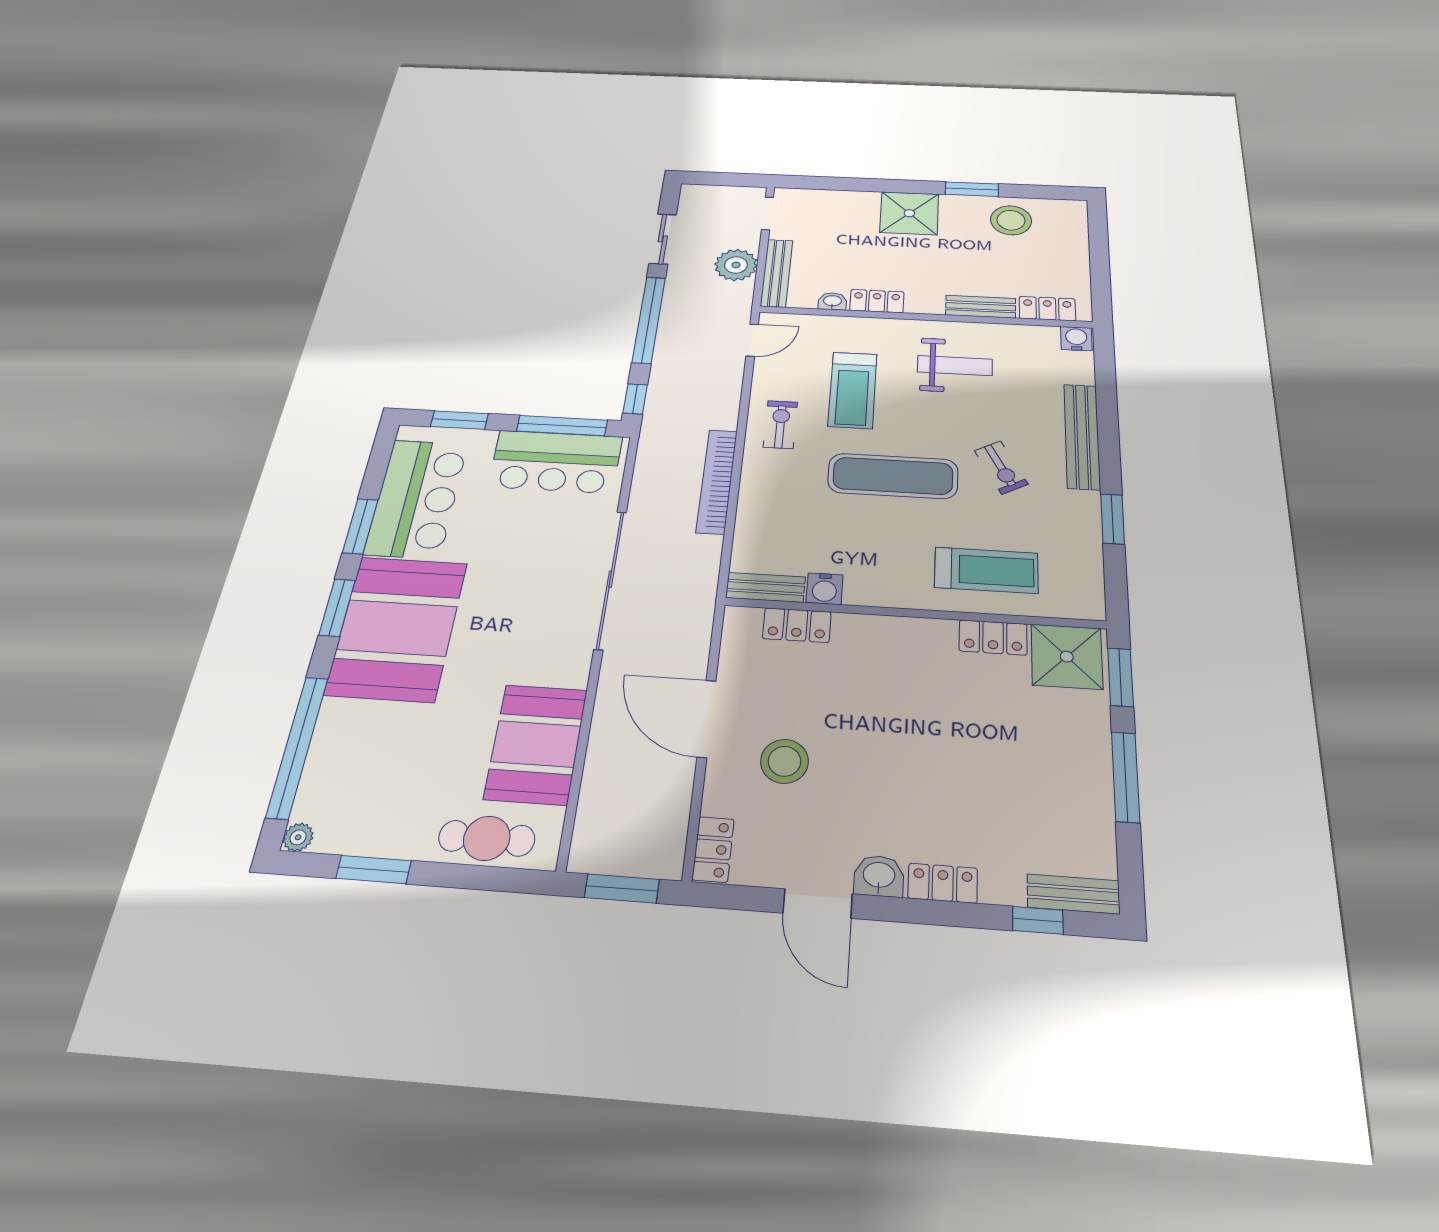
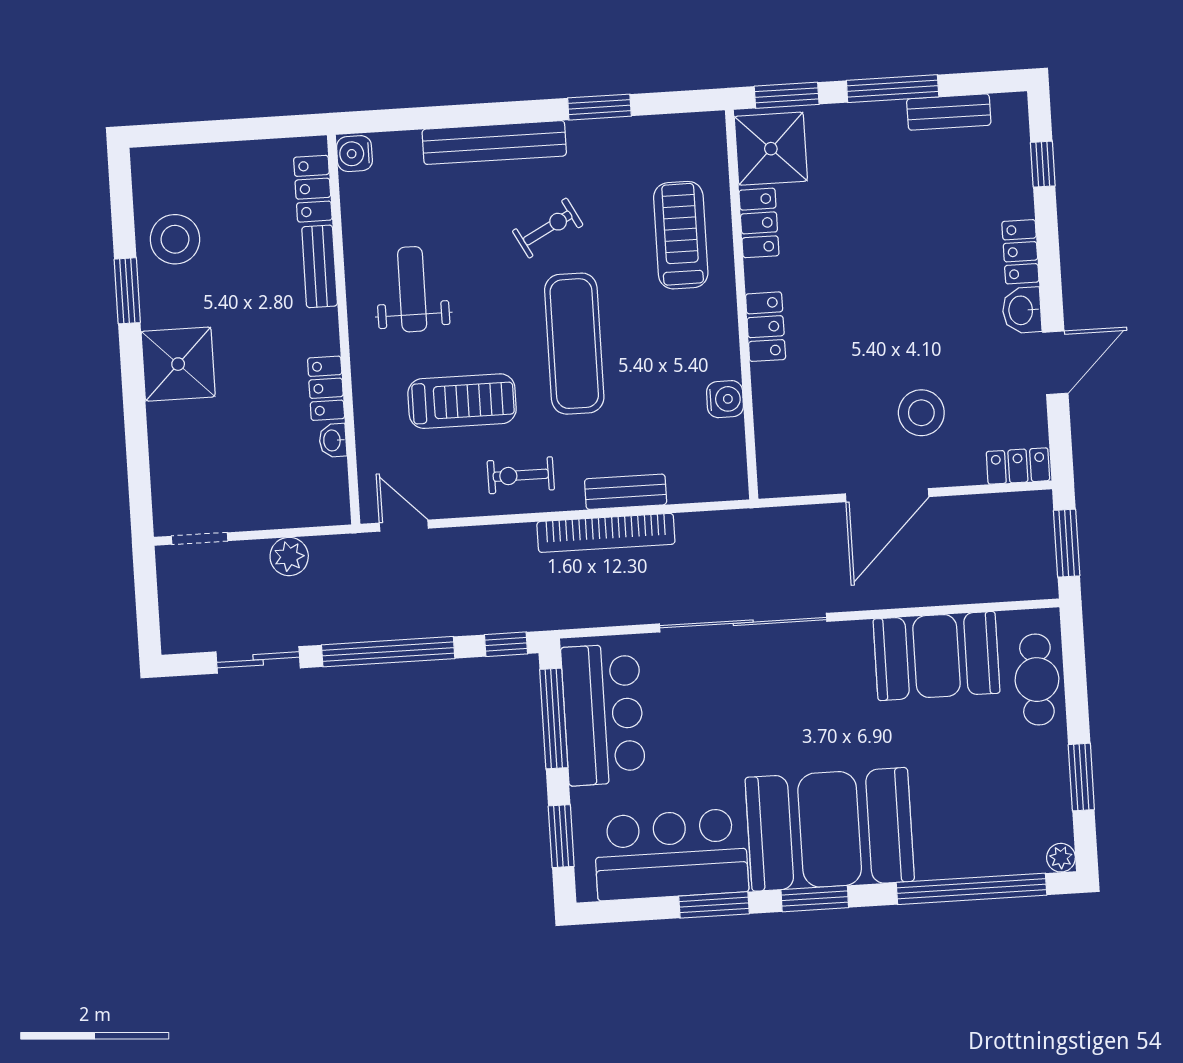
plant: (736, 265) -> (289, 556), width x0.73, depth x0.73
bench: (777, 273) -> (297, 513), removed
bench: (765, 587) -> (626, 492), moved, turned 90
locker: (797, 625) -> (766, 327), moved
bench: (1073, 894) -> (949, 112), moved, turned 90

